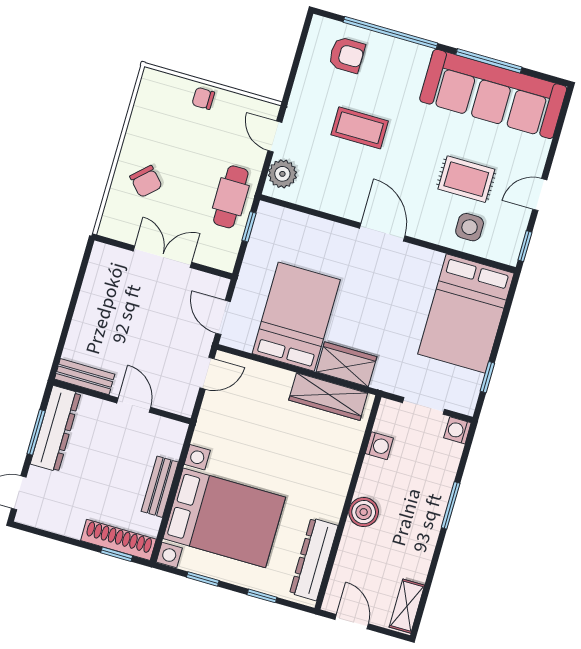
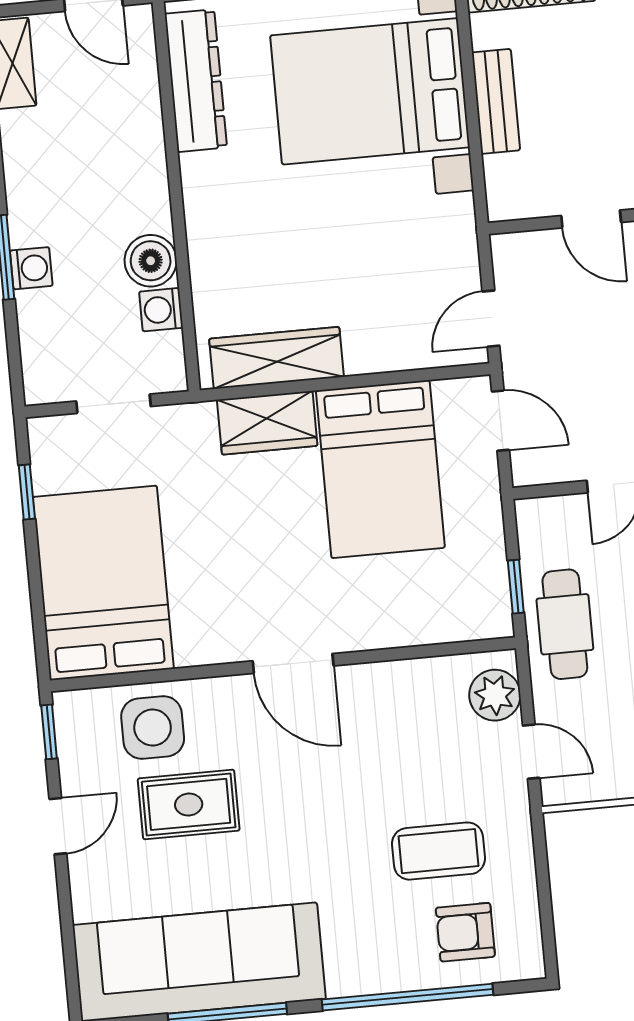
coffee table: (360, 128) -> (438, 851), moved
side table: (470, 227) -> (153, 728), width x1.37, depth x1.37
washing machine: (457, 430) -> (31, 268), moved
boiler: (364, 512) -> (151, 261), moved

